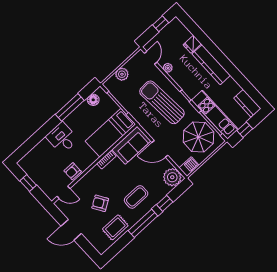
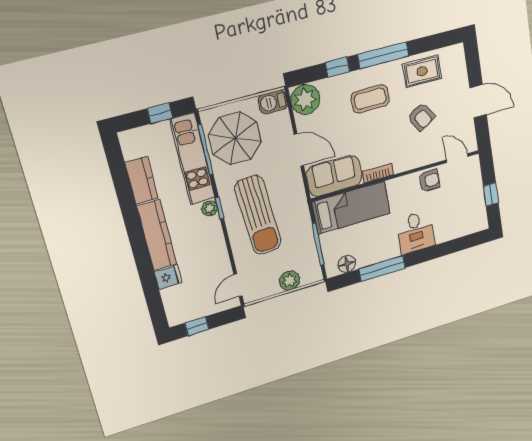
plant: (168, 68) -> (210, 208), moved
kitchen counter: (247, 103) -> (141, 180), moved

